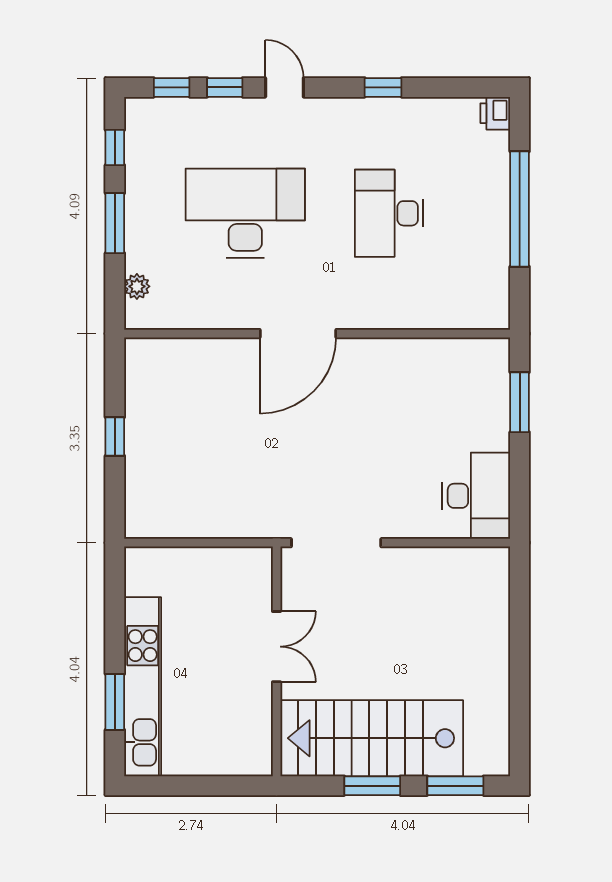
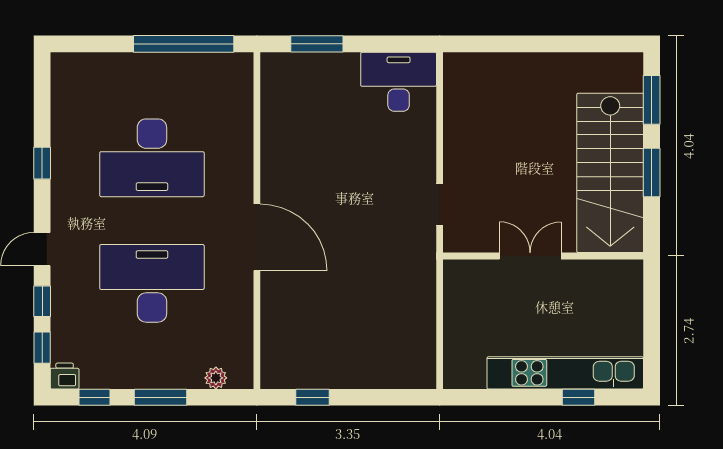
printer: (495, 113) -> (65, 376), moved, turned 180
window: (520, 209) -> (184, 44), moved
desk: (245, 213) -> (152, 283), turned 90
desk: (389, 213) -> (152, 158), width x1.36, depth x1.30
window: (115, 436) -> (312, 397), moved
doorway: (336, 543) -> (440, 204), width x0.53
window: (115, 702) -> (578, 397), width x0.67

